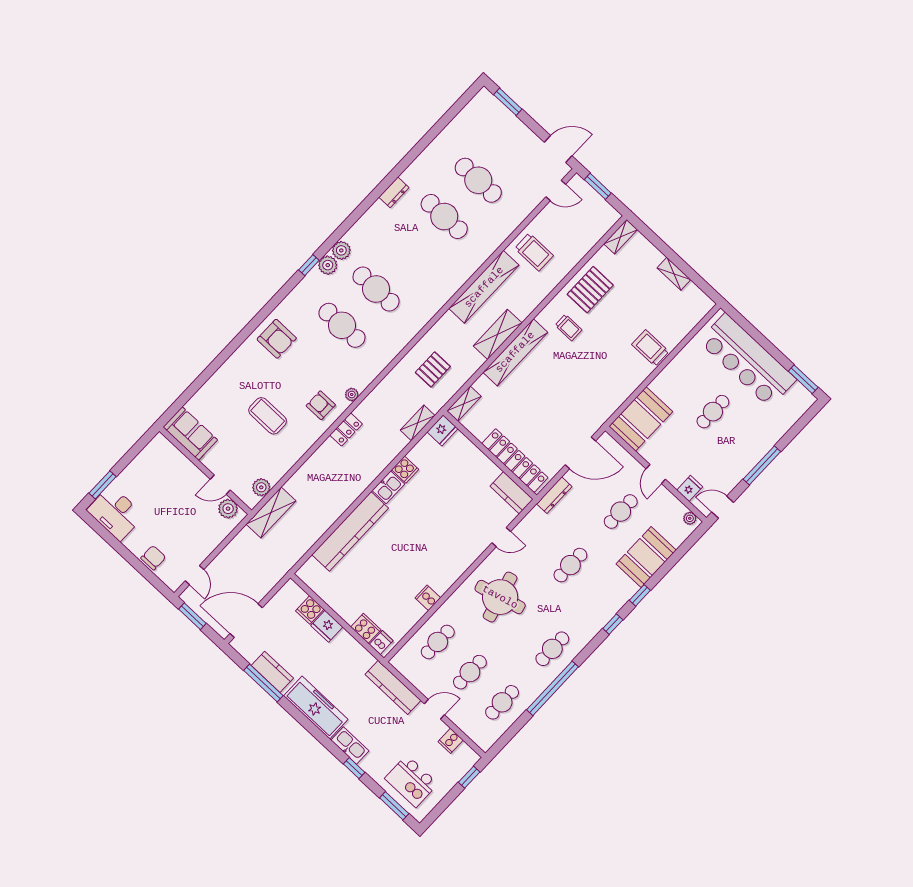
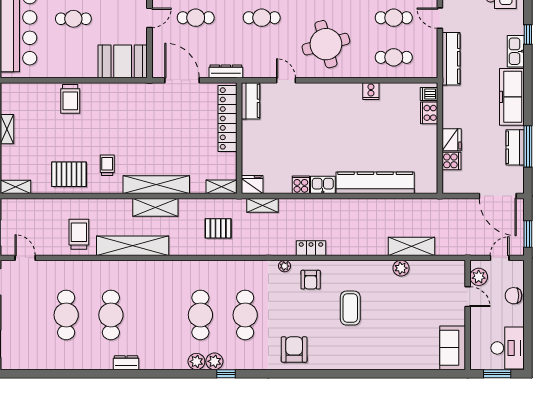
sofa: (190, 433) -> (453, 348), moved
wall: (205, 471) -> (468, 315), moved
door: (220, 485) -> (468, 297), moved
plant: (228, 509) -> (479, 277), moved

